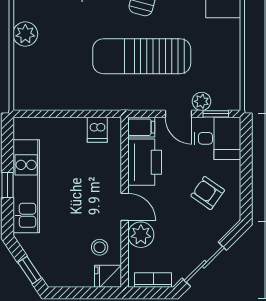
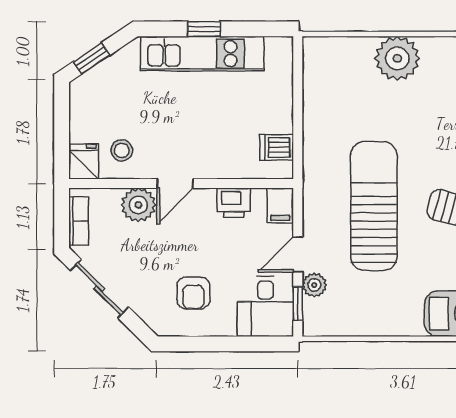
plant: (25, 34) -> (397, 58), width x1.36, depth x1.36
printer: (145, 162) -> (234, 203), width x0.53, depth x0.68
armchair: (208, 193) -> (193, 293), turned 145

